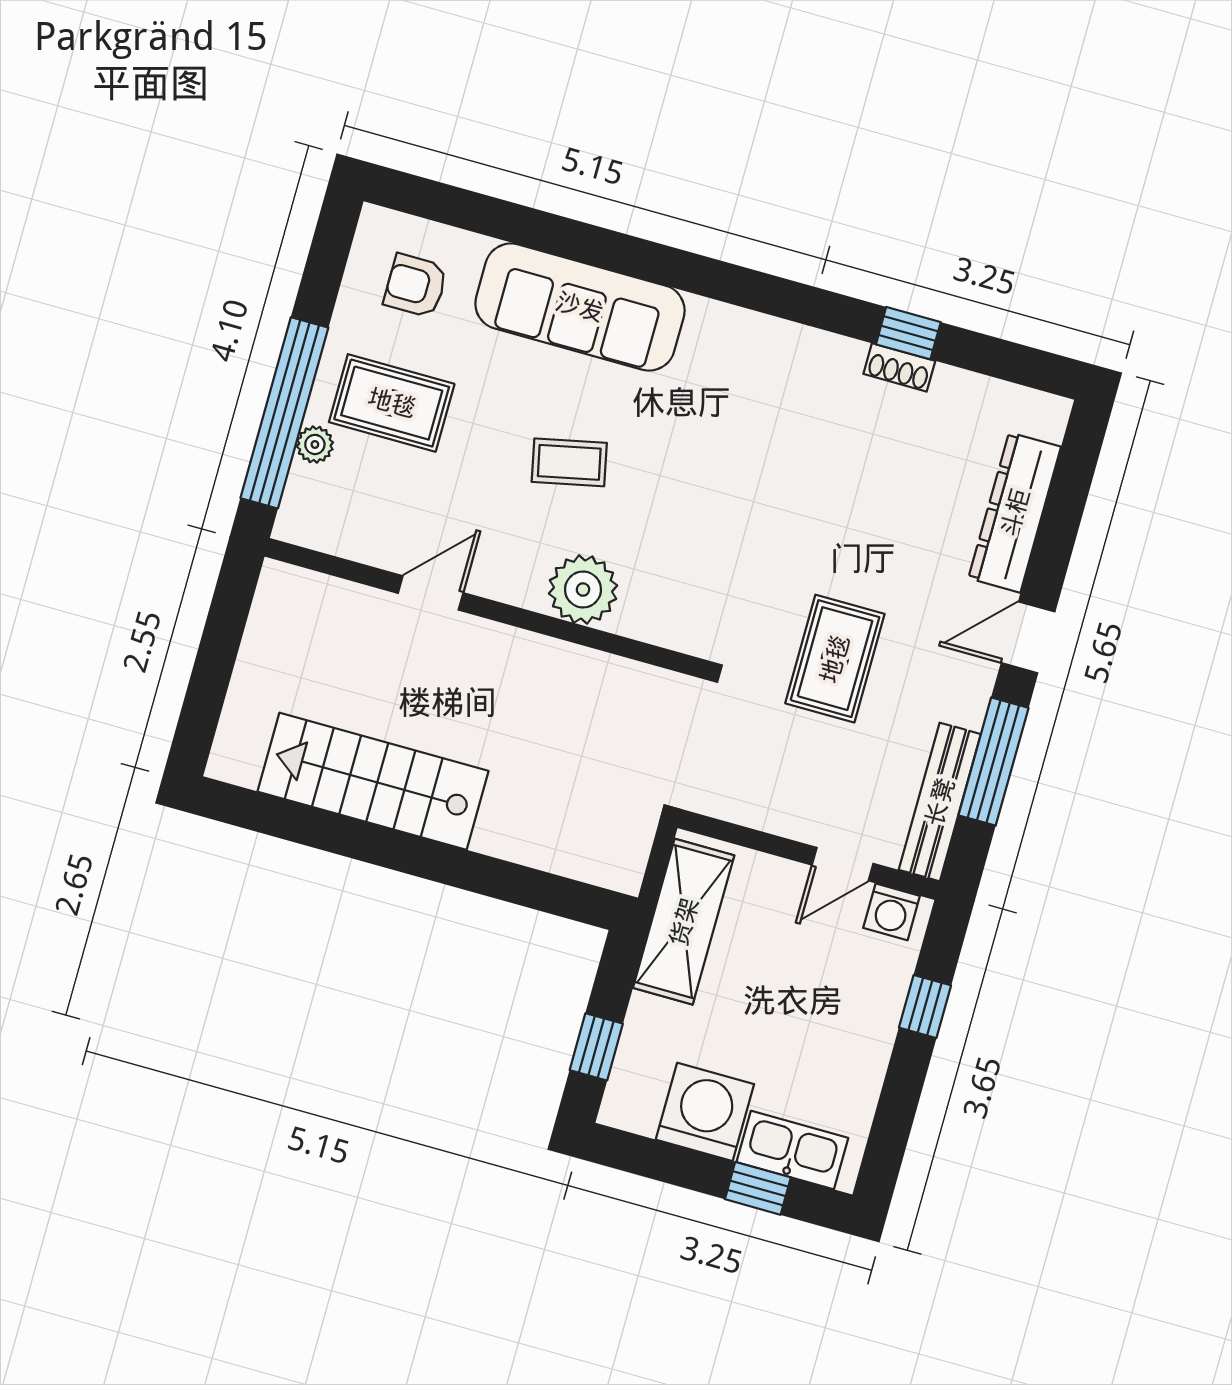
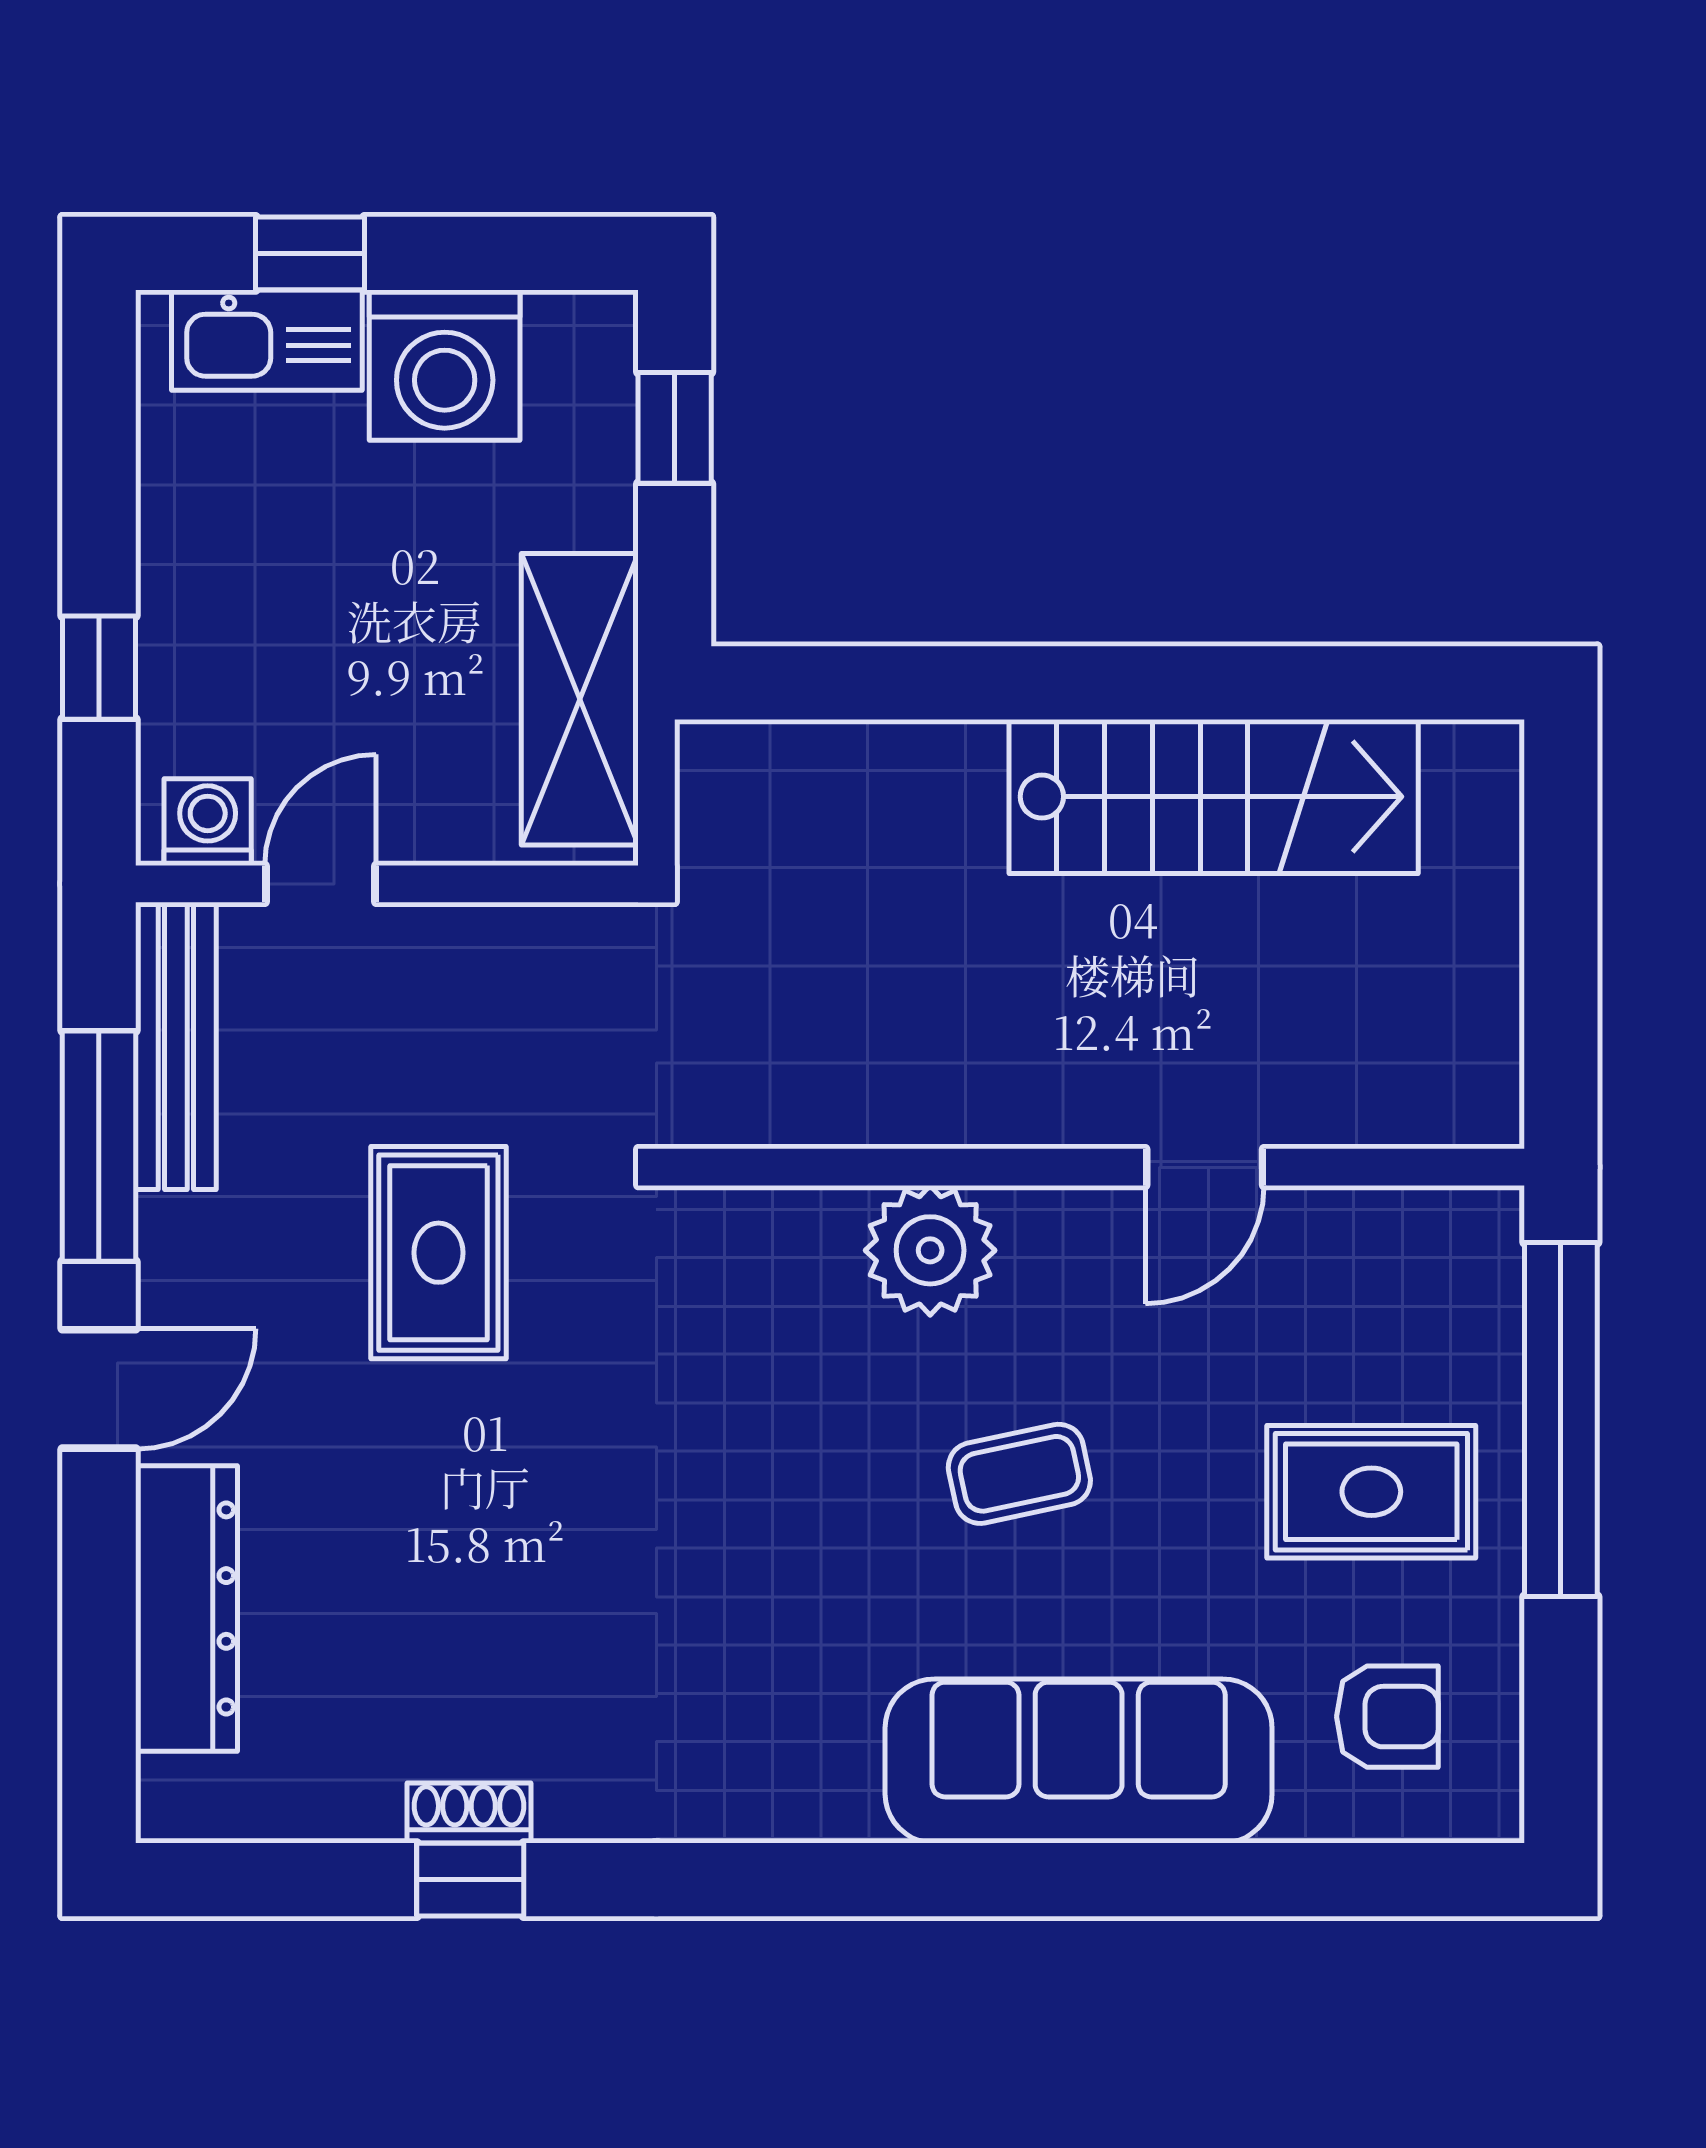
plant: (315, 444) -> (1490, 1378), removed

